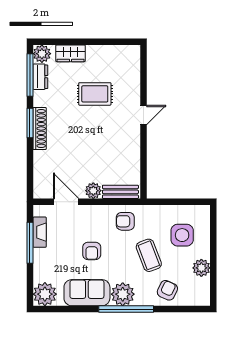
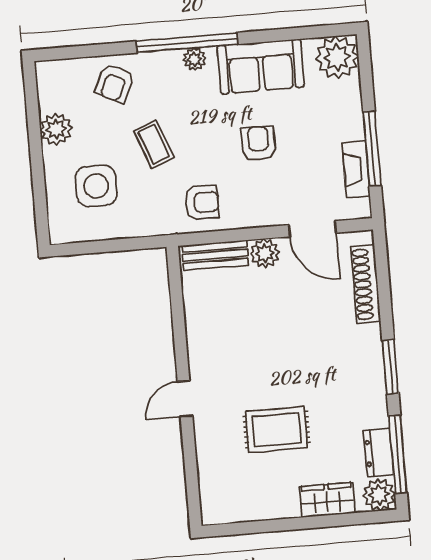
shoe rack: (40, 128) -> (366, 284), moved
coffee table: (149, 255) -> (154, 144), width x0.73, depth x0.77
plant: (123, 294) -> (194, 59), width x0.53, depth x0.53

